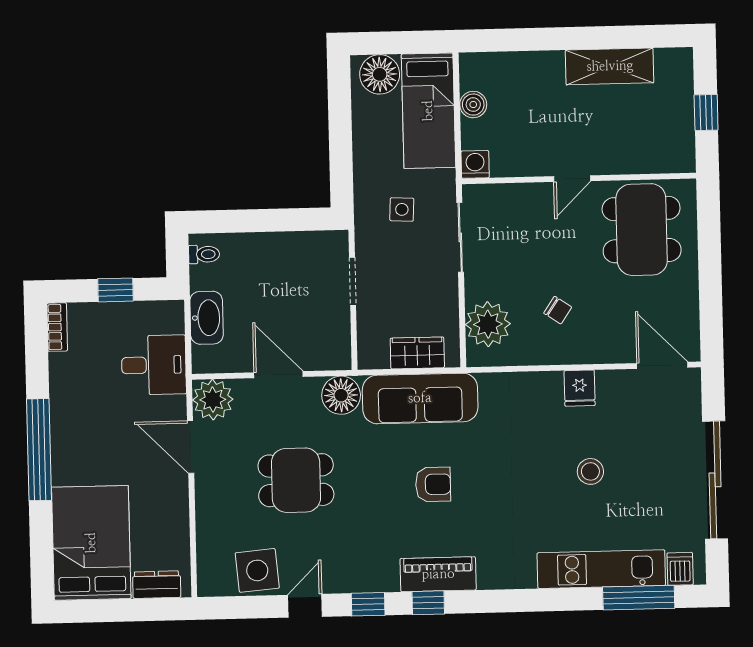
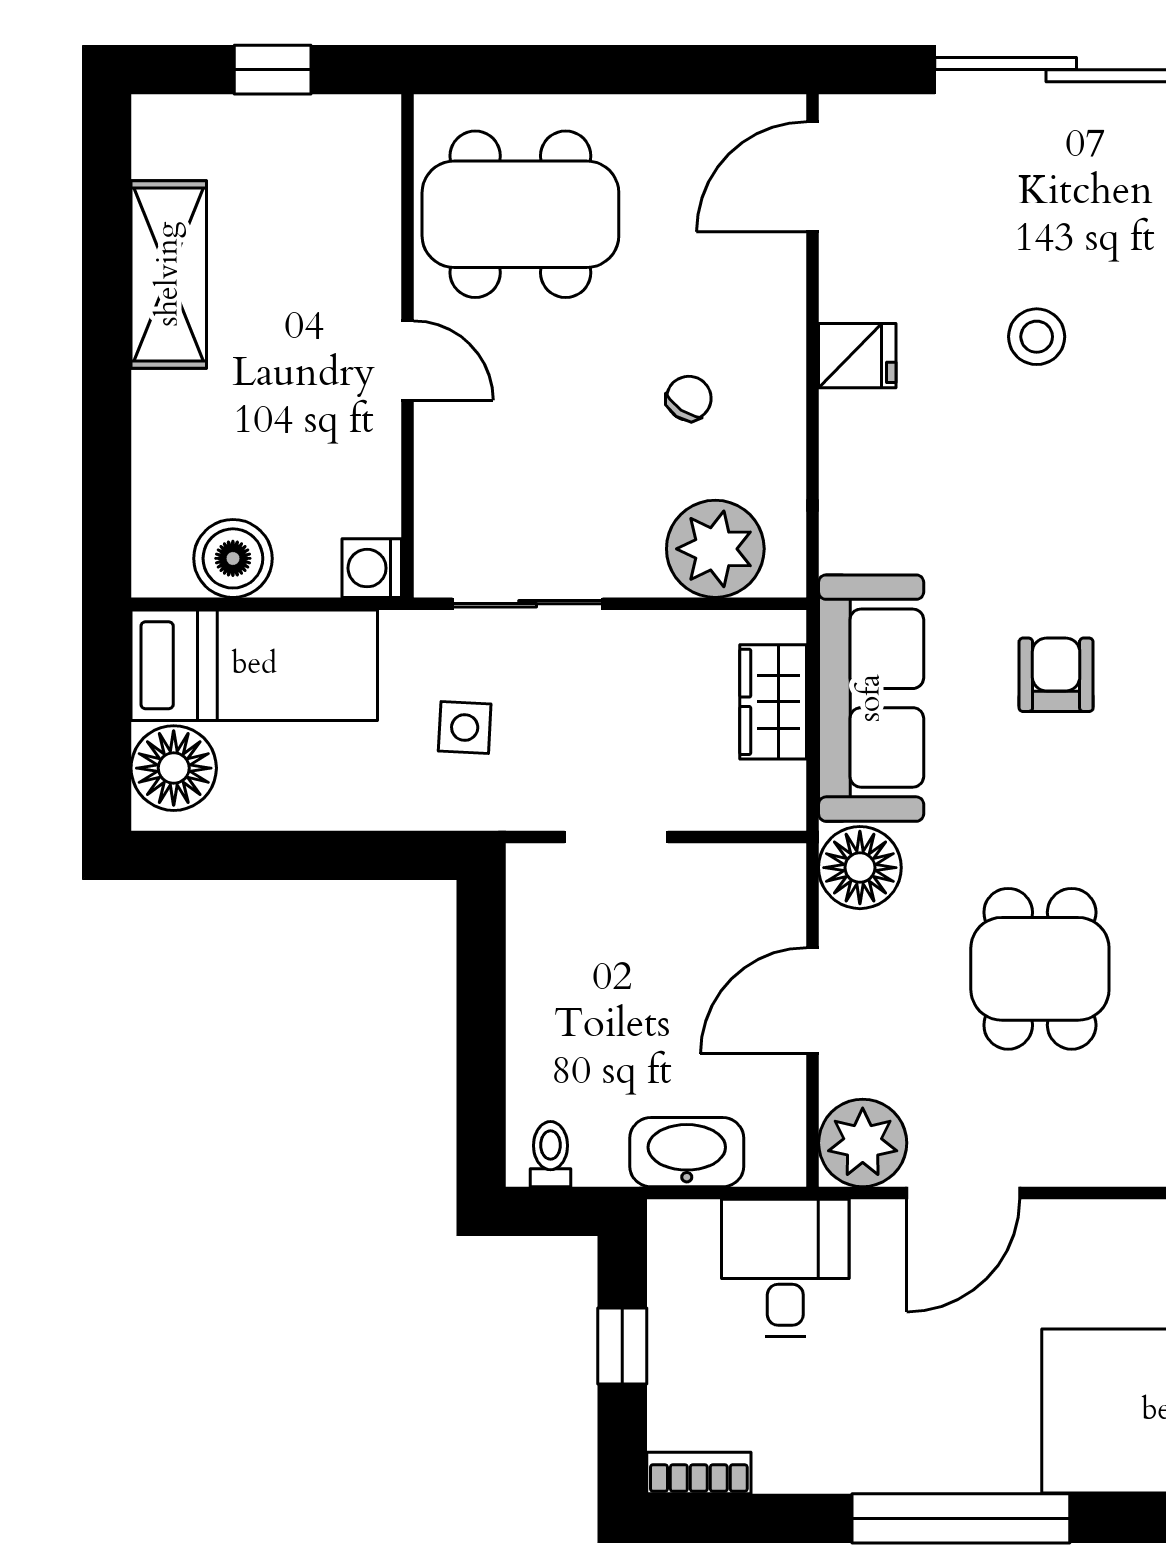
boiler: (473, 105) -> (233, 558), width x1.36, depth x1.36

